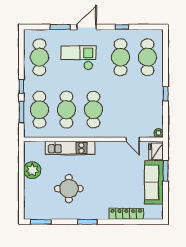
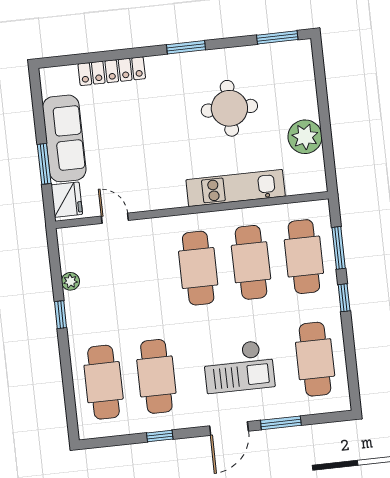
plant: (159, 133) -> (70, 281), moved

